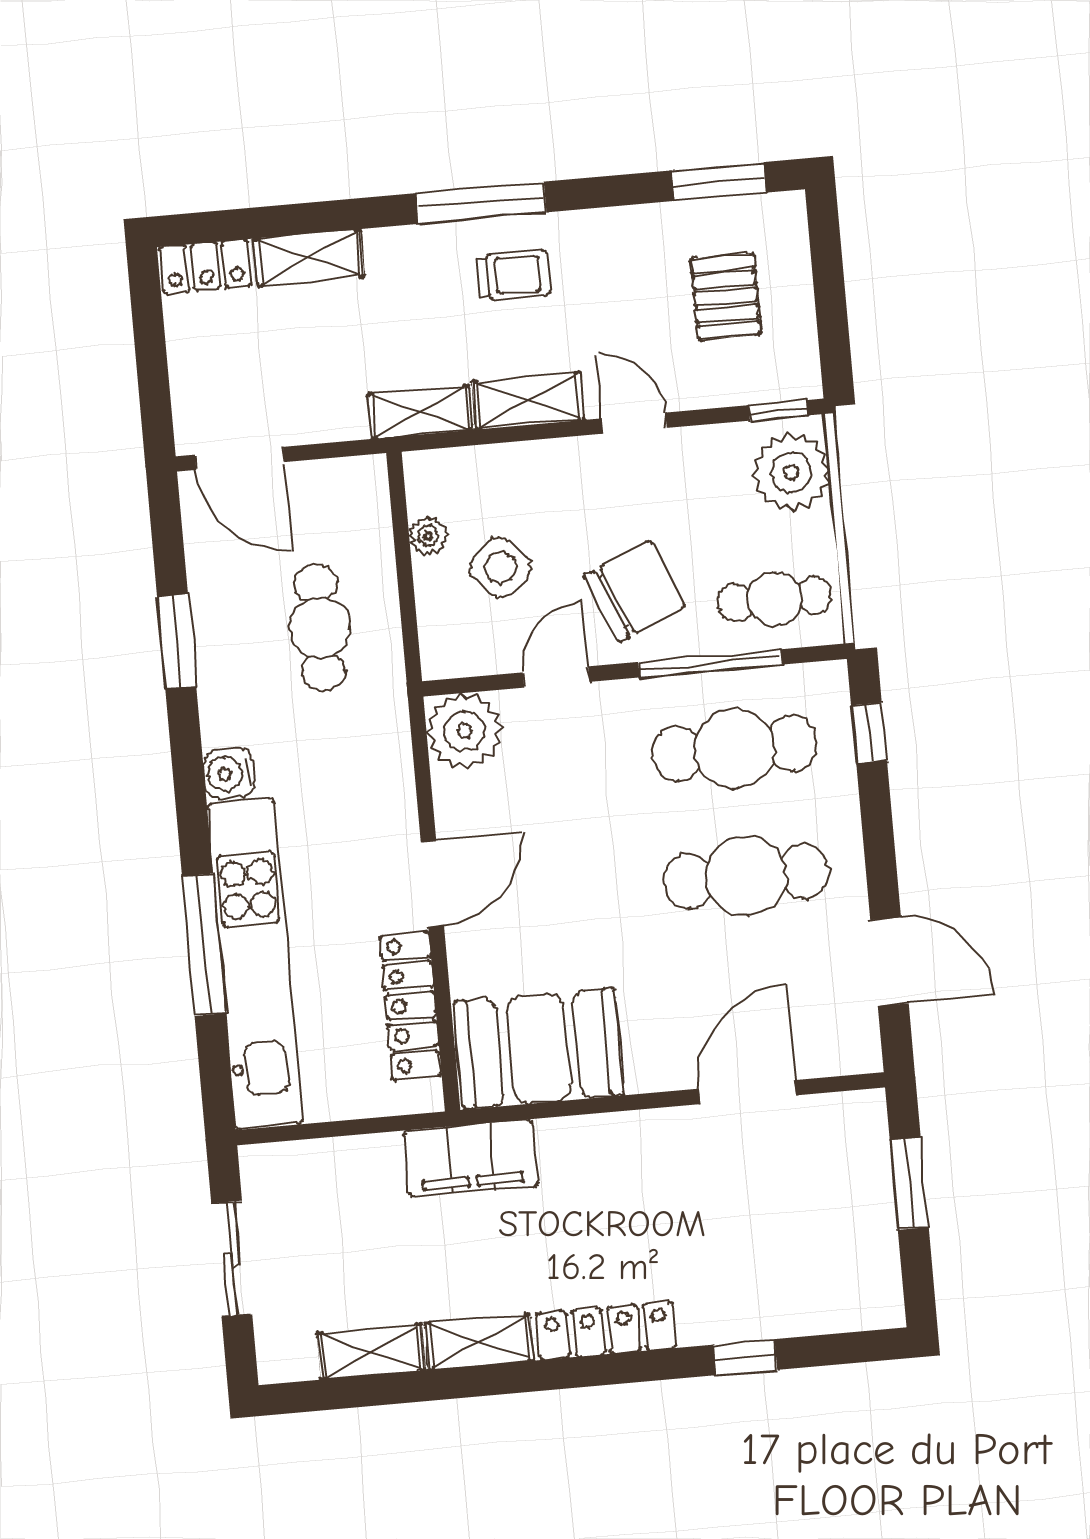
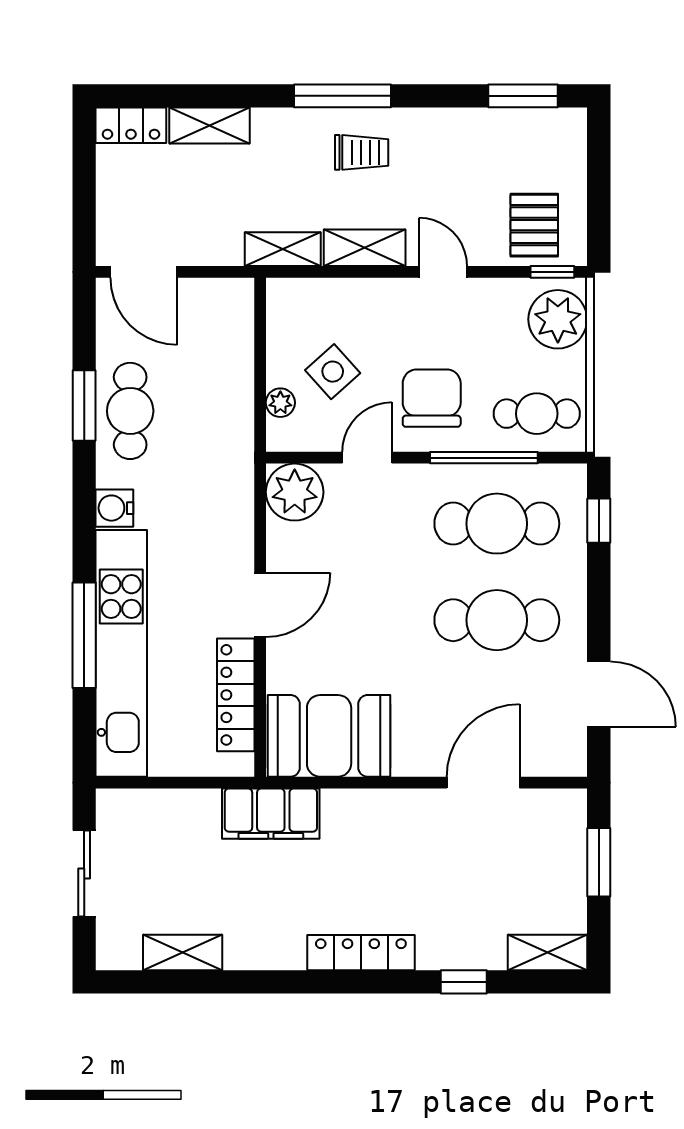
pallet: (726, 296) -> (534, 225), moved
plant: (428, 536) -> (280, 403), moved
chair: (634, 591) -> (432, 398), turned -67
cafe table: (320, 628) -> (130, 411), moved
shelving: (479, 1342) -> (548, 952), moved

